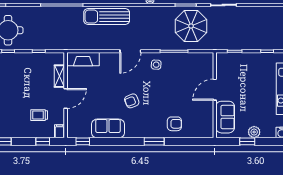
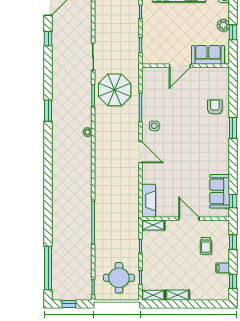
sun lounger: (107, 16) -> (105, 177), removed
shelving: (59, 76) -> (153, 225), moved
door: (215, 90) -> (180, 66), hinge flipped
armchair: (132, 101) -> (191, 151), removed
sofa: (108, 128) -> (220, 191), moved
filing cabinet: (60, 131) -> (223, 268), moved

